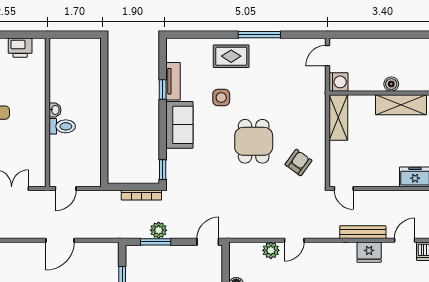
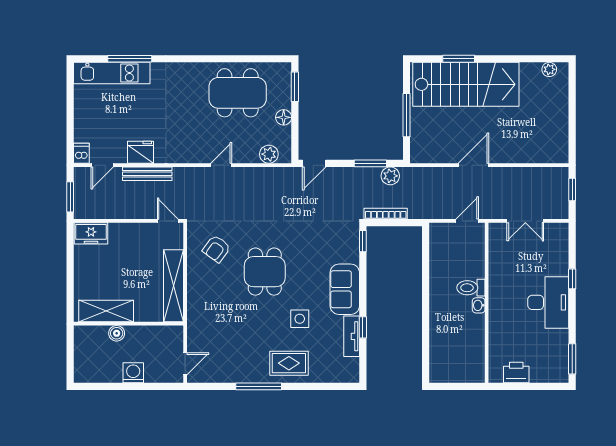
washing machine: (339, 82) -> (133, 373), moved, turned 90
shelving: (338, 117) -> (174, 286), width x1.47
plant: (159, 230) -> (390, 176), moved
plant: (271, 250) -> (269, 154), moved

